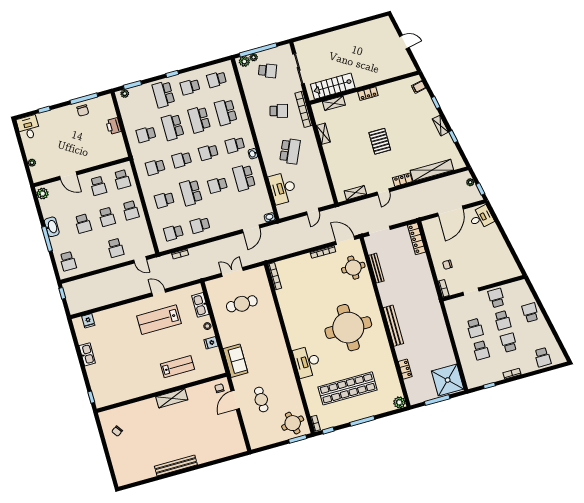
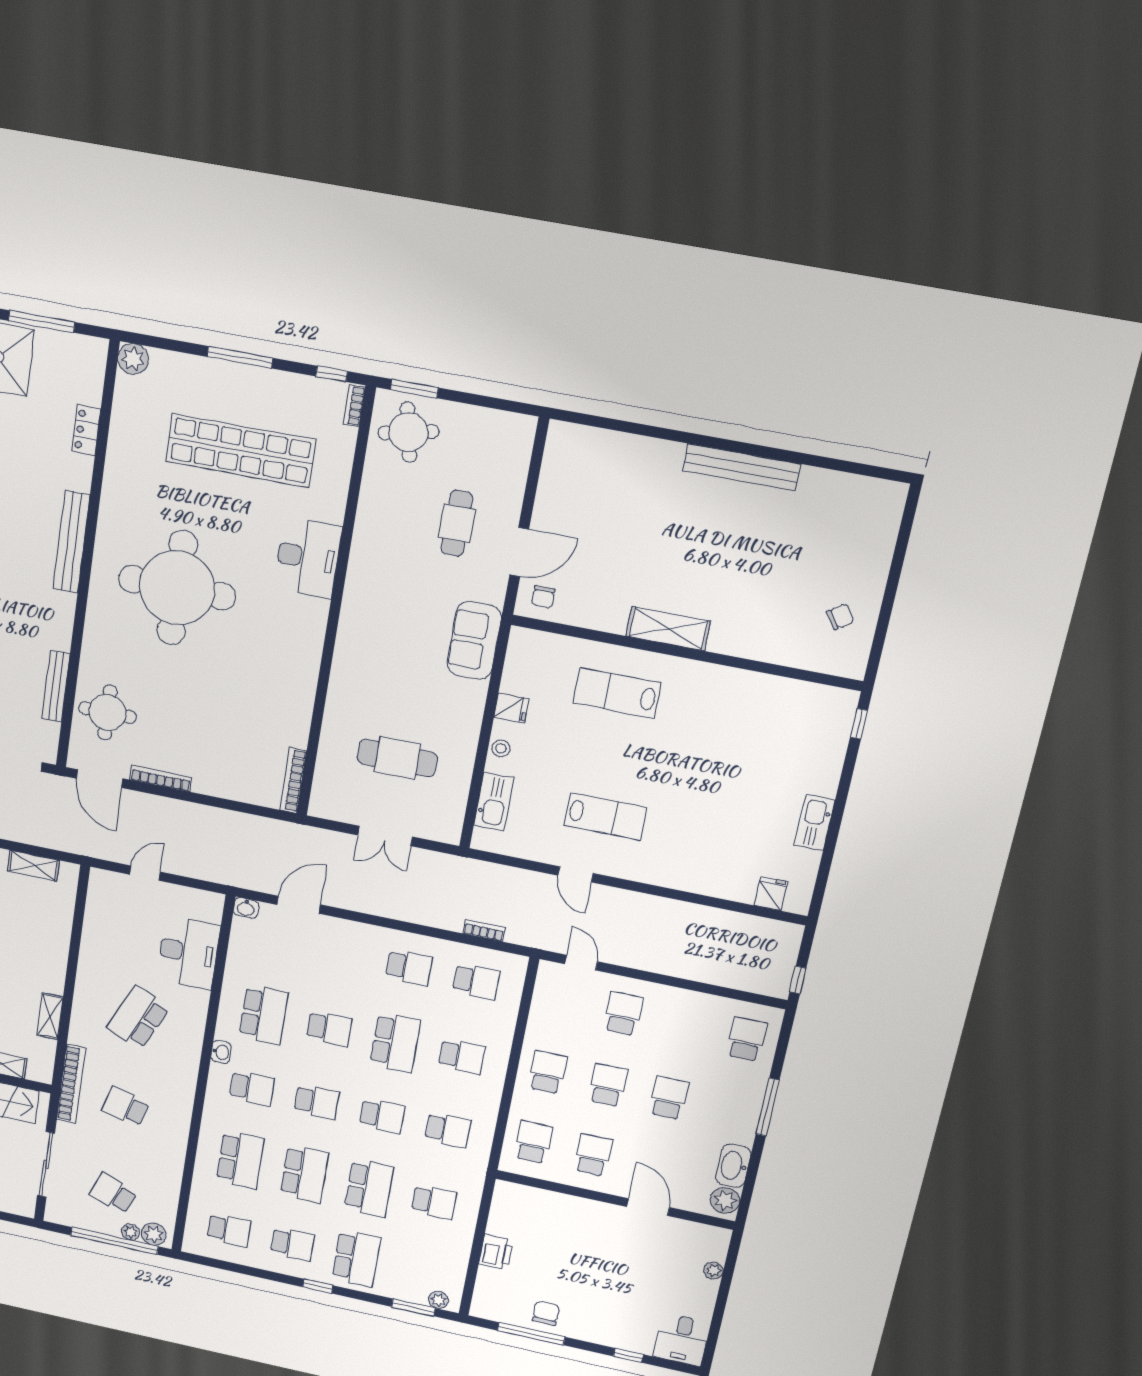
washbasin: (52, 227) -> (733, 1166), moved
lab bench: (159, 320) -> (606, 816), width x0.73, depth x0.72

